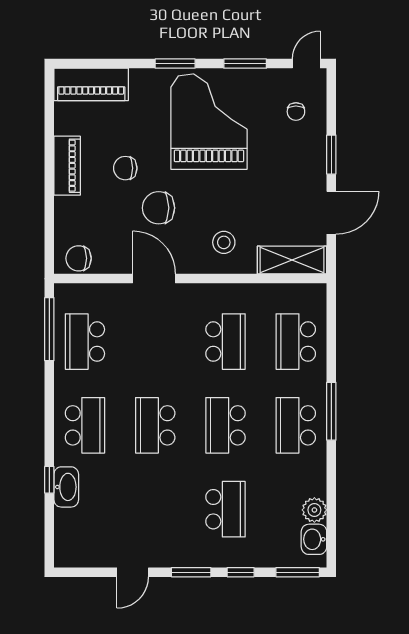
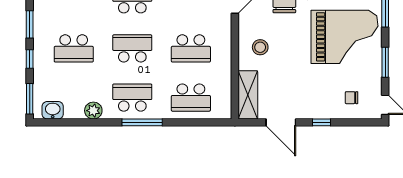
window: (331, 155) -> (322, 122), width x0.67
school desk: (296, 342) -> (191, 98), turned 180
plant: (314, 510) -> (93, 111), moved

